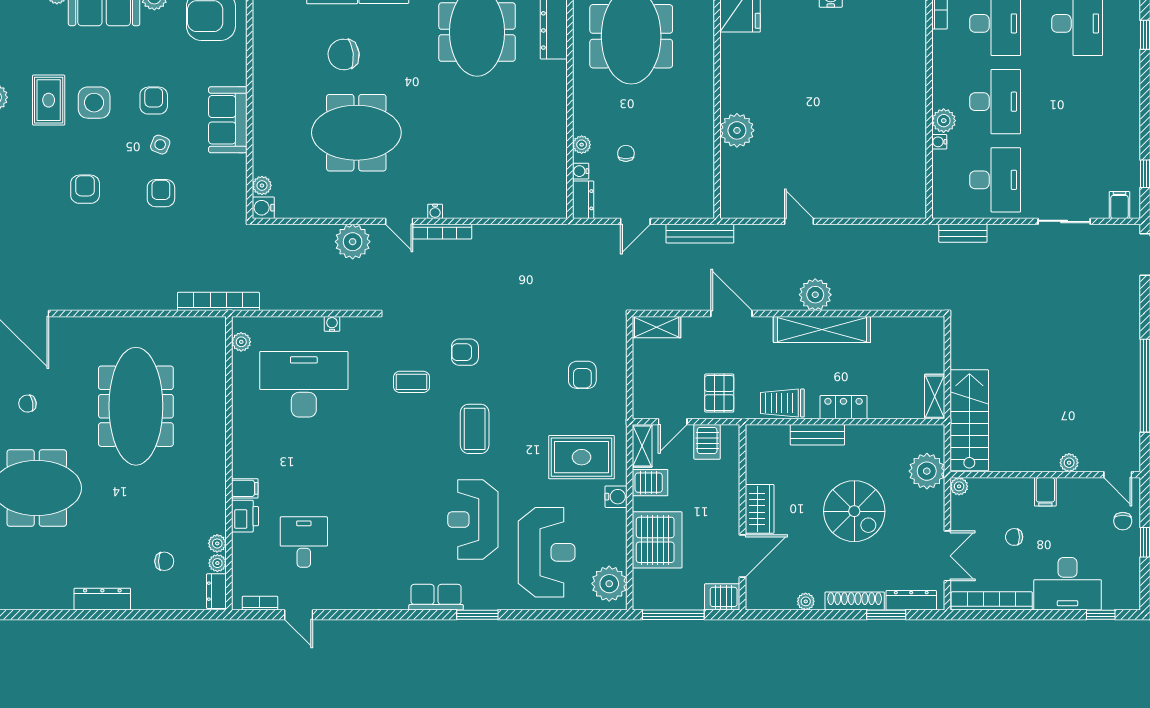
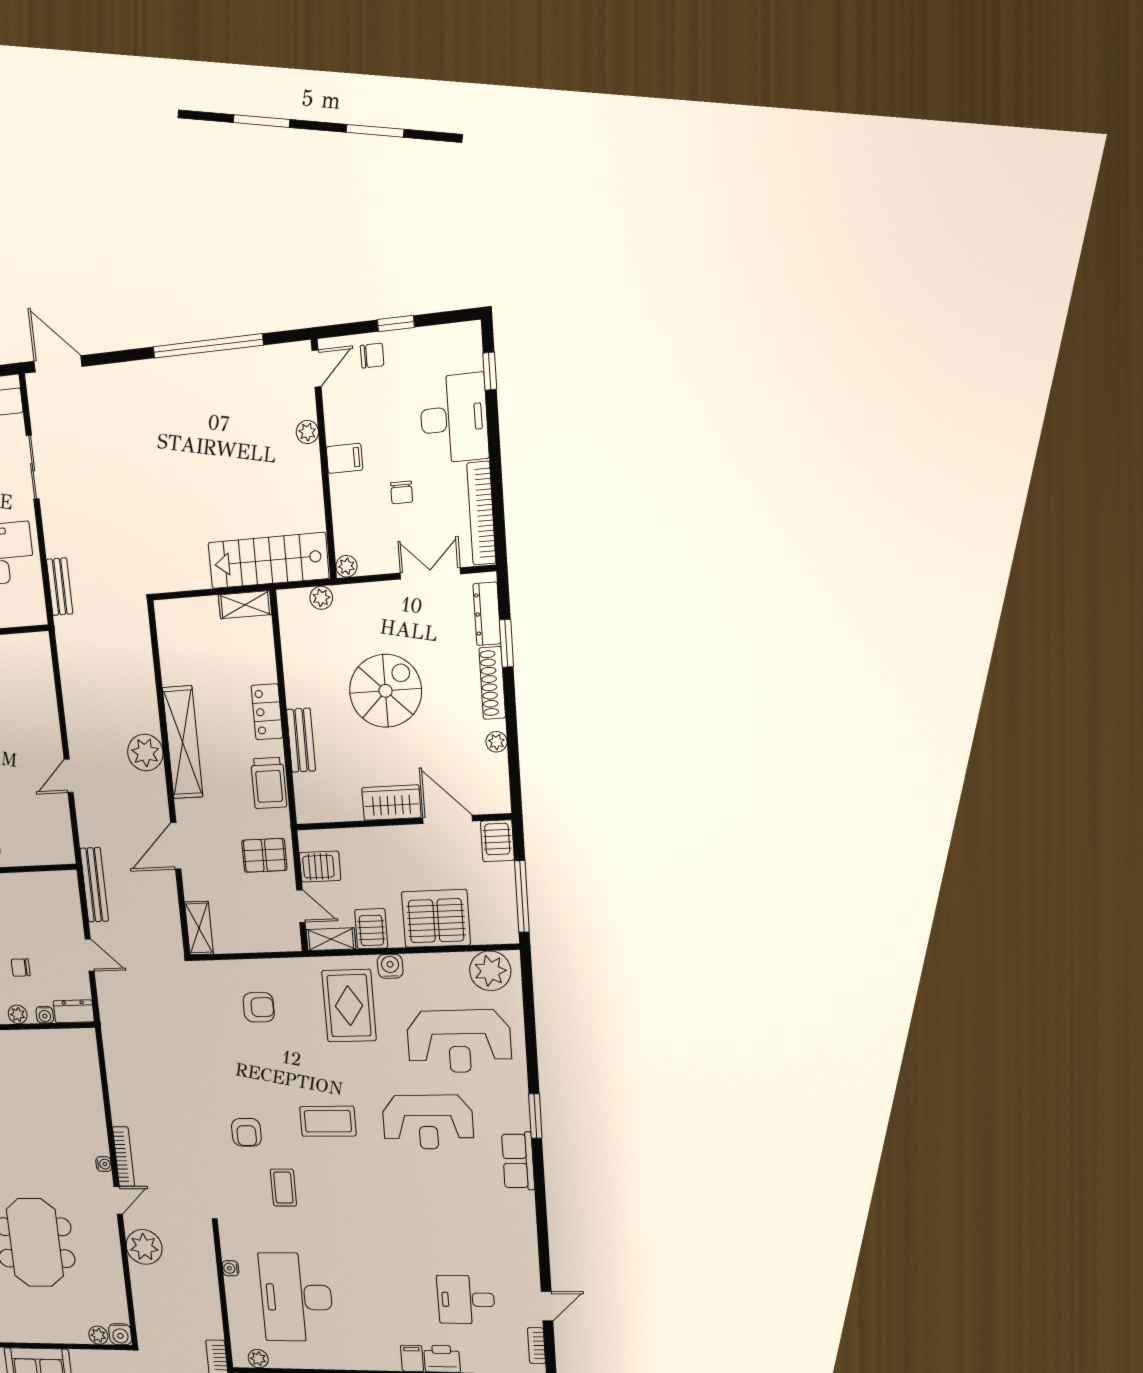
plant: (927, 471) -> (321, 598), width x0.53, depth x0.53
reception desk: (547, 552) -> (459, 1041), turned 180

